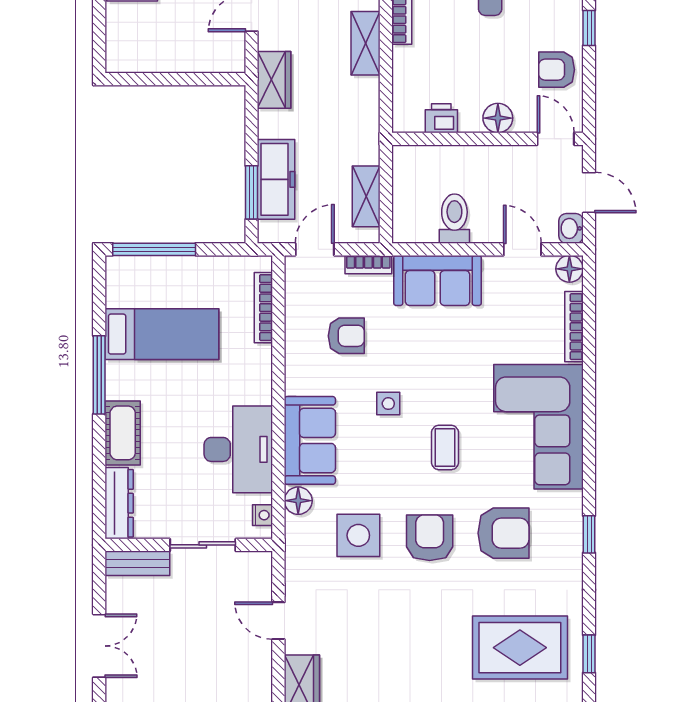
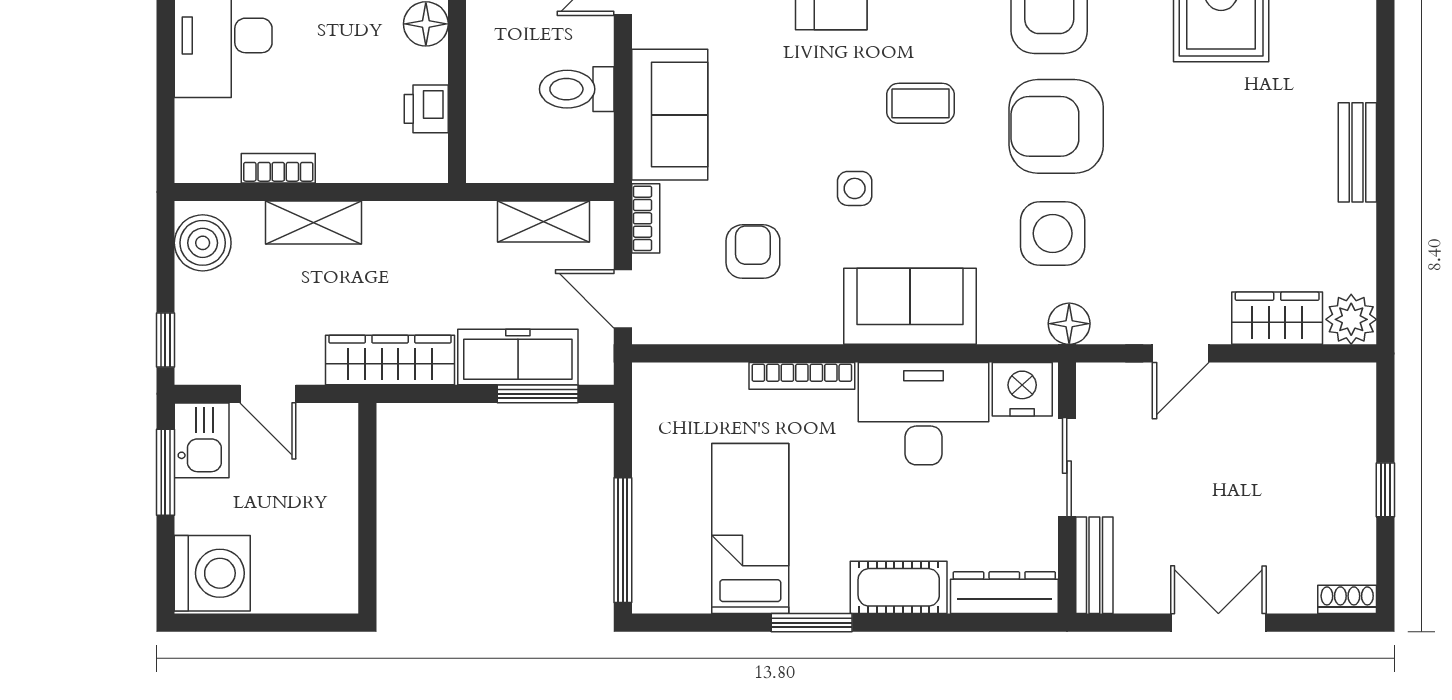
wardrobe: (274, 80) -> (390, 360), width x1.50
bookcase: (263, 308) -> (802, 376), moved
window: (99, 375) -> (812, 623), width x0.69
floor lamp: (298, 501) -> (1069, 324), moved
nightstand: (262, 515) -> (1022, 389), width x1.89, depth x1.79
armchair: (430, 538) -> (1056, 126), width x1.36, depth x1.36

